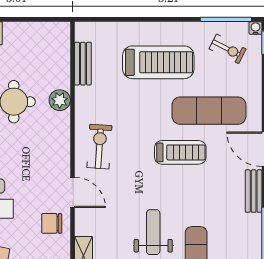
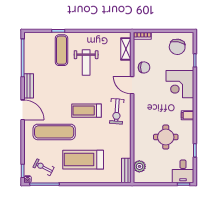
bench: (83, 64) -> (126, 170), moved
plant: (60, 100) -> (139, 166), moved
treadmill: (180, 152) -> (87, 111), moved

